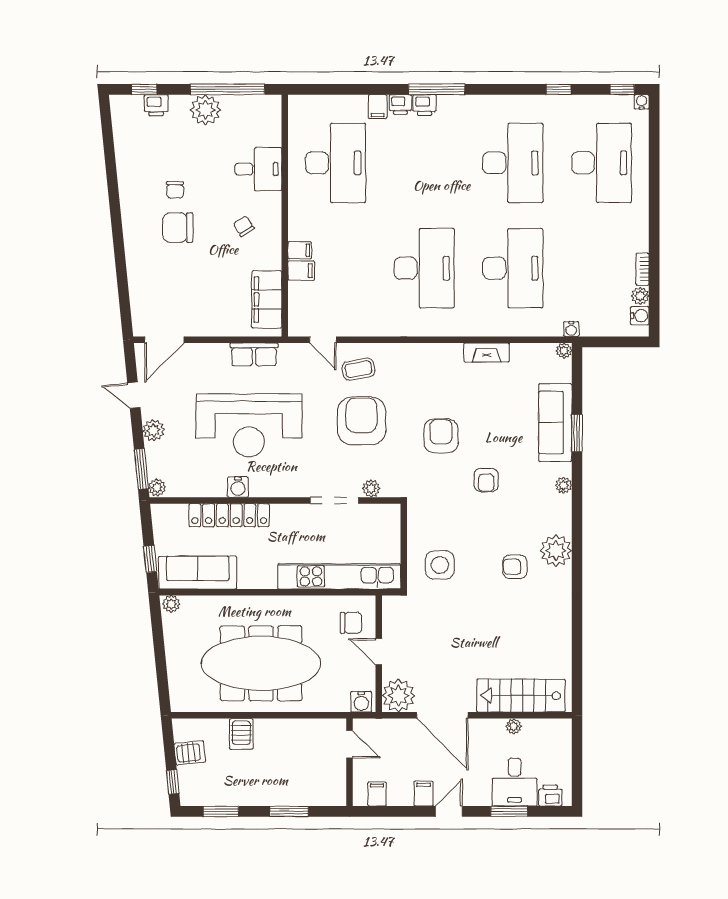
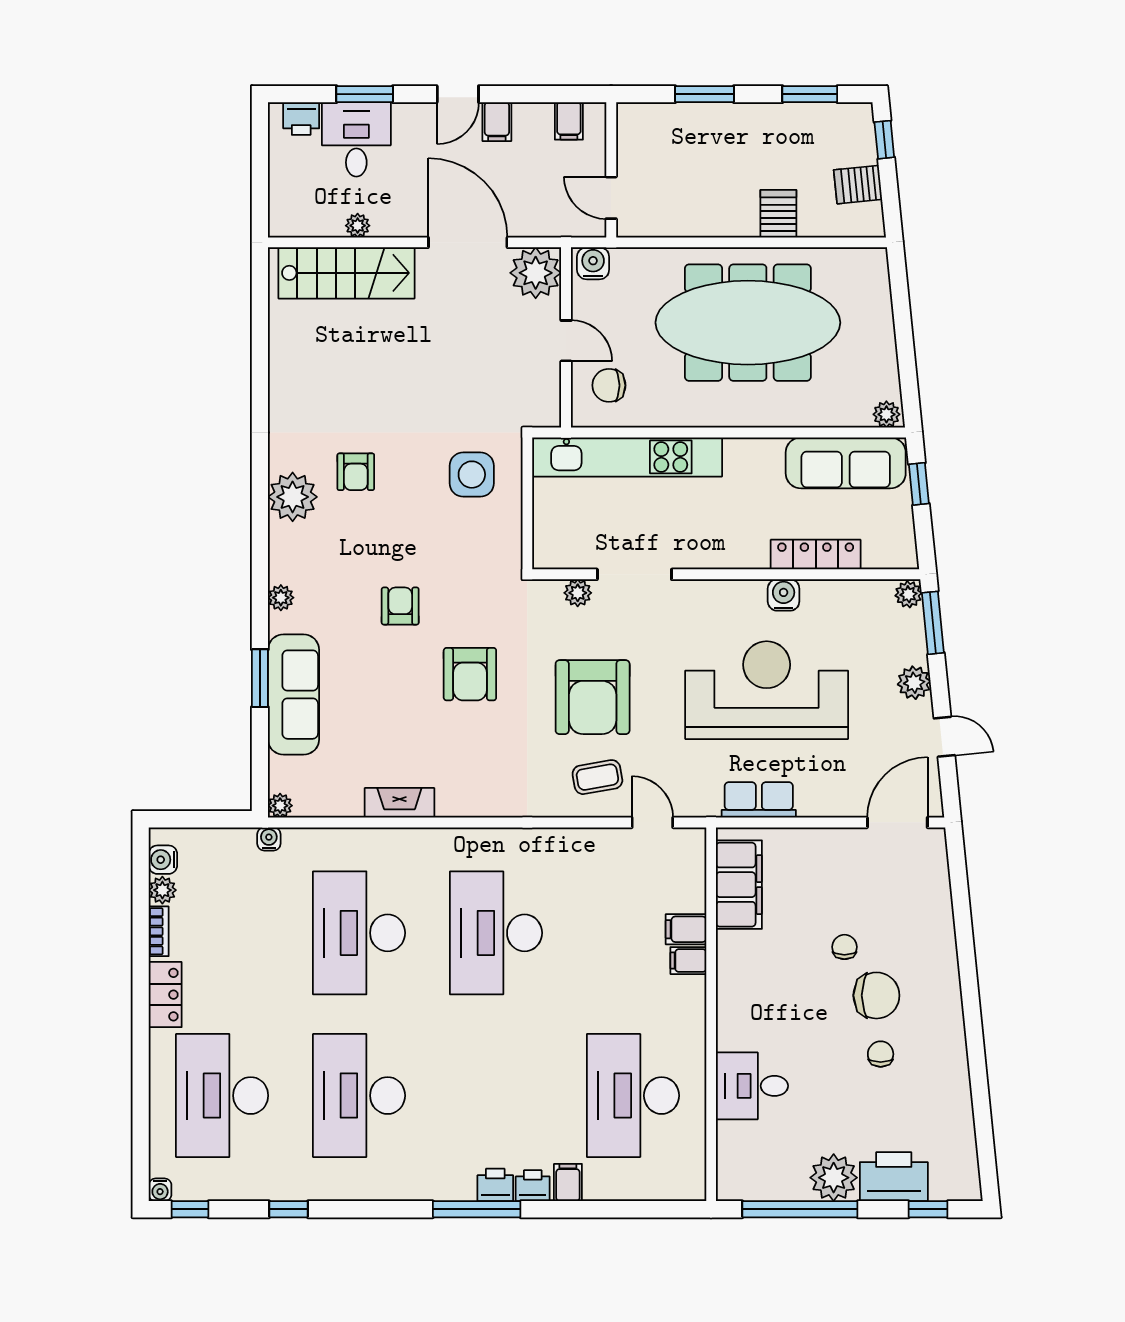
printer: (156, 105) -> (894, 1177), width x1.87, depth x1.48
chair: (244, 226) -> (844, 947), moved, turned -148
locker: (638, 228) -> (165, 995), added
locker: (229, 515) -> (816, 555), width x0.71, depth x0.83
armchair: (515, 567) -> (356, 472), turned 90

